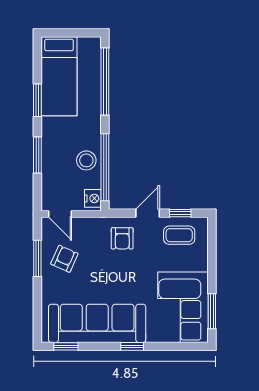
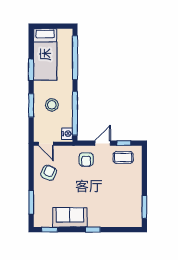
stool: (86, 160) -> (52, 105), moved
window: (37, 258) -> (31, 202), moved
corner sofa: (183, 307) -> (126, 204), removed
sofa: (97, 323) -> (70, 217), width x0.54, depth x0.79

